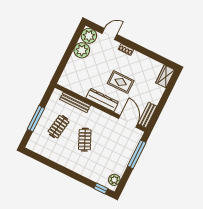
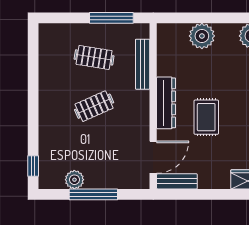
plant: (82, 50) -> (202, 36), moved
window: (36, 119) -> (111, 18), moved
window: (137, 154) -> (93, 194), moved
plant: (114, 180) -> (74, 180), moved

